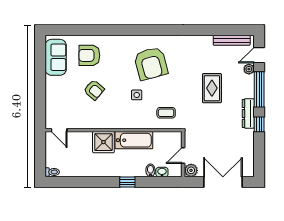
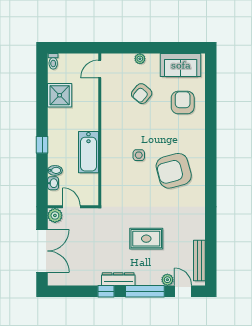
armchair: (94, 90) -> (142, 94), moved
plant: (50, 94) -> (140, 59), added
coffee table: (166, 113) -> (119, 188), removed
shower: (103, 142) -> (60, 95), moved

